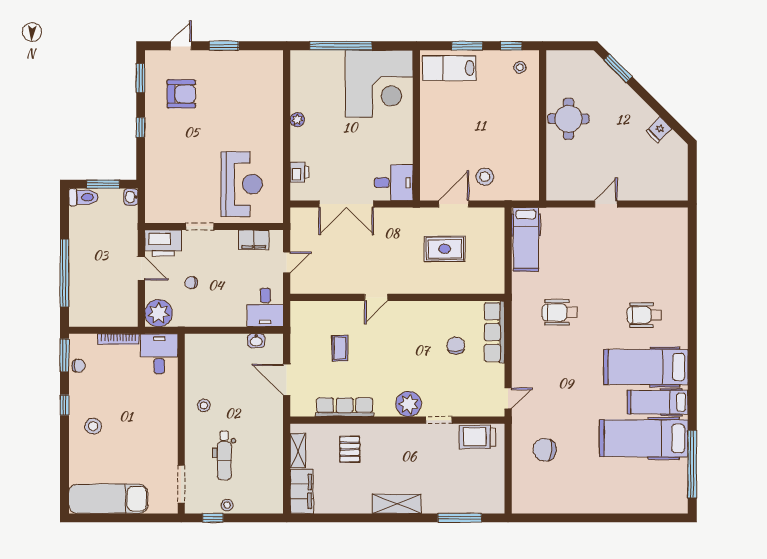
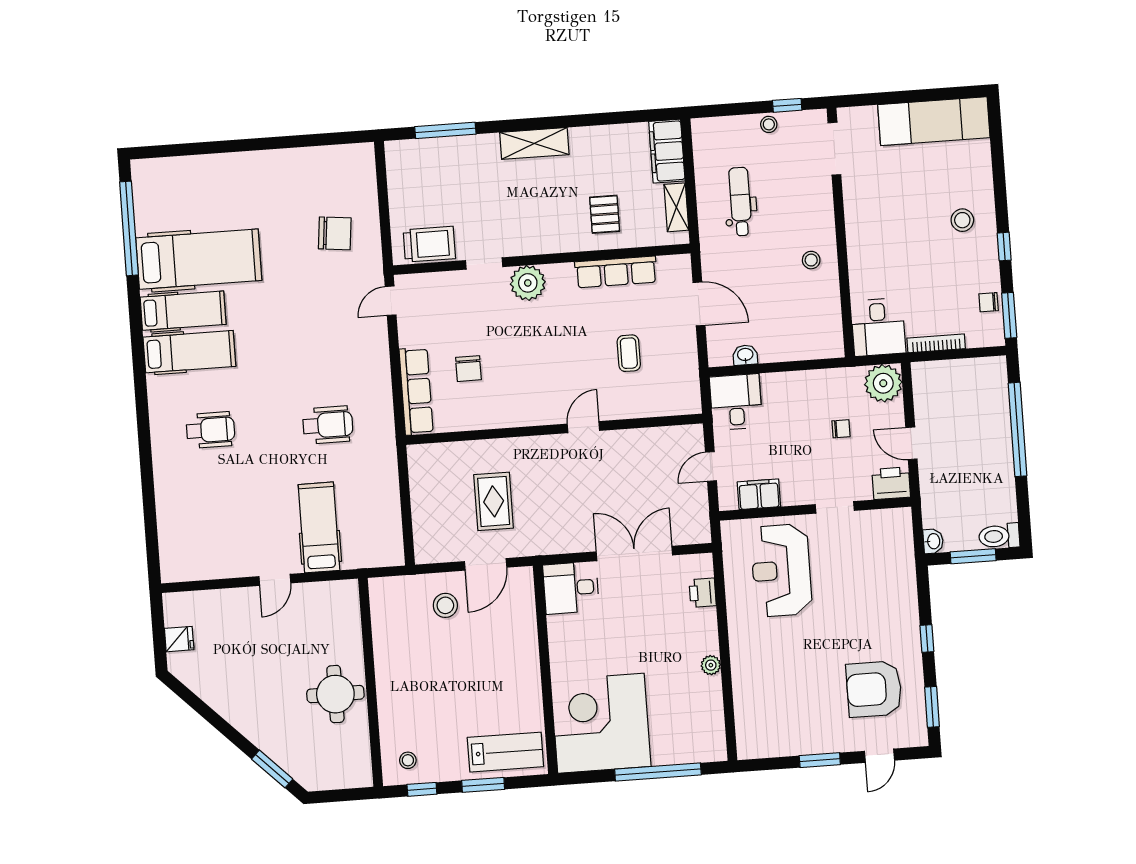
armchair: (181, 94) -> (874, 689), width x1.36, depth x1.36
fridge: (659, 130) -> (179, 639), moved, turned 45
hospital bed: (526, 239) -> (319, 527), moved
printer: (163, 243) -> (891, 483), width x0.73, depth x0.84
rug: (445, 249) -> (494, 501), turned 90
hospital bed: (646, 367) -> (189, 352), width x0.73, depth x0.78
dental chair: (224, 455) -> (740, 201), moved

